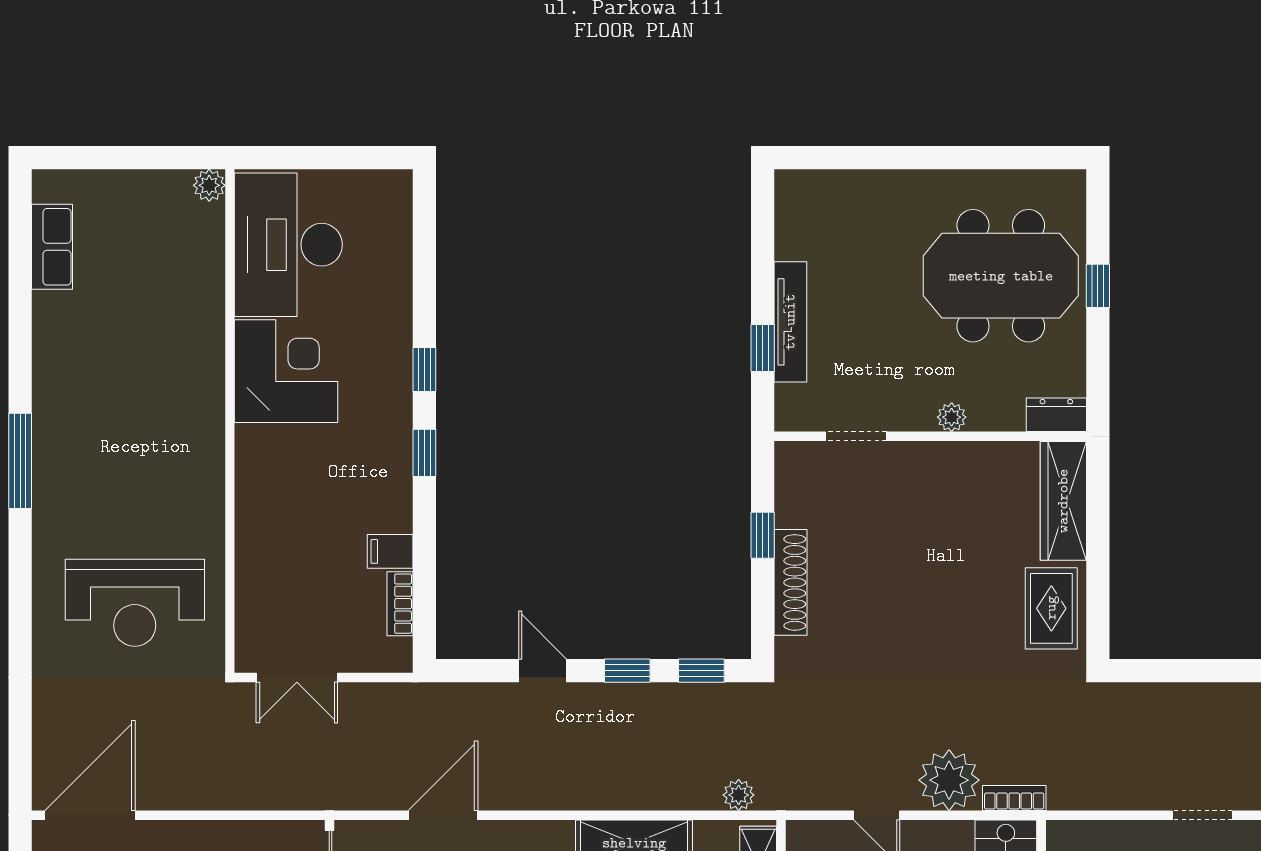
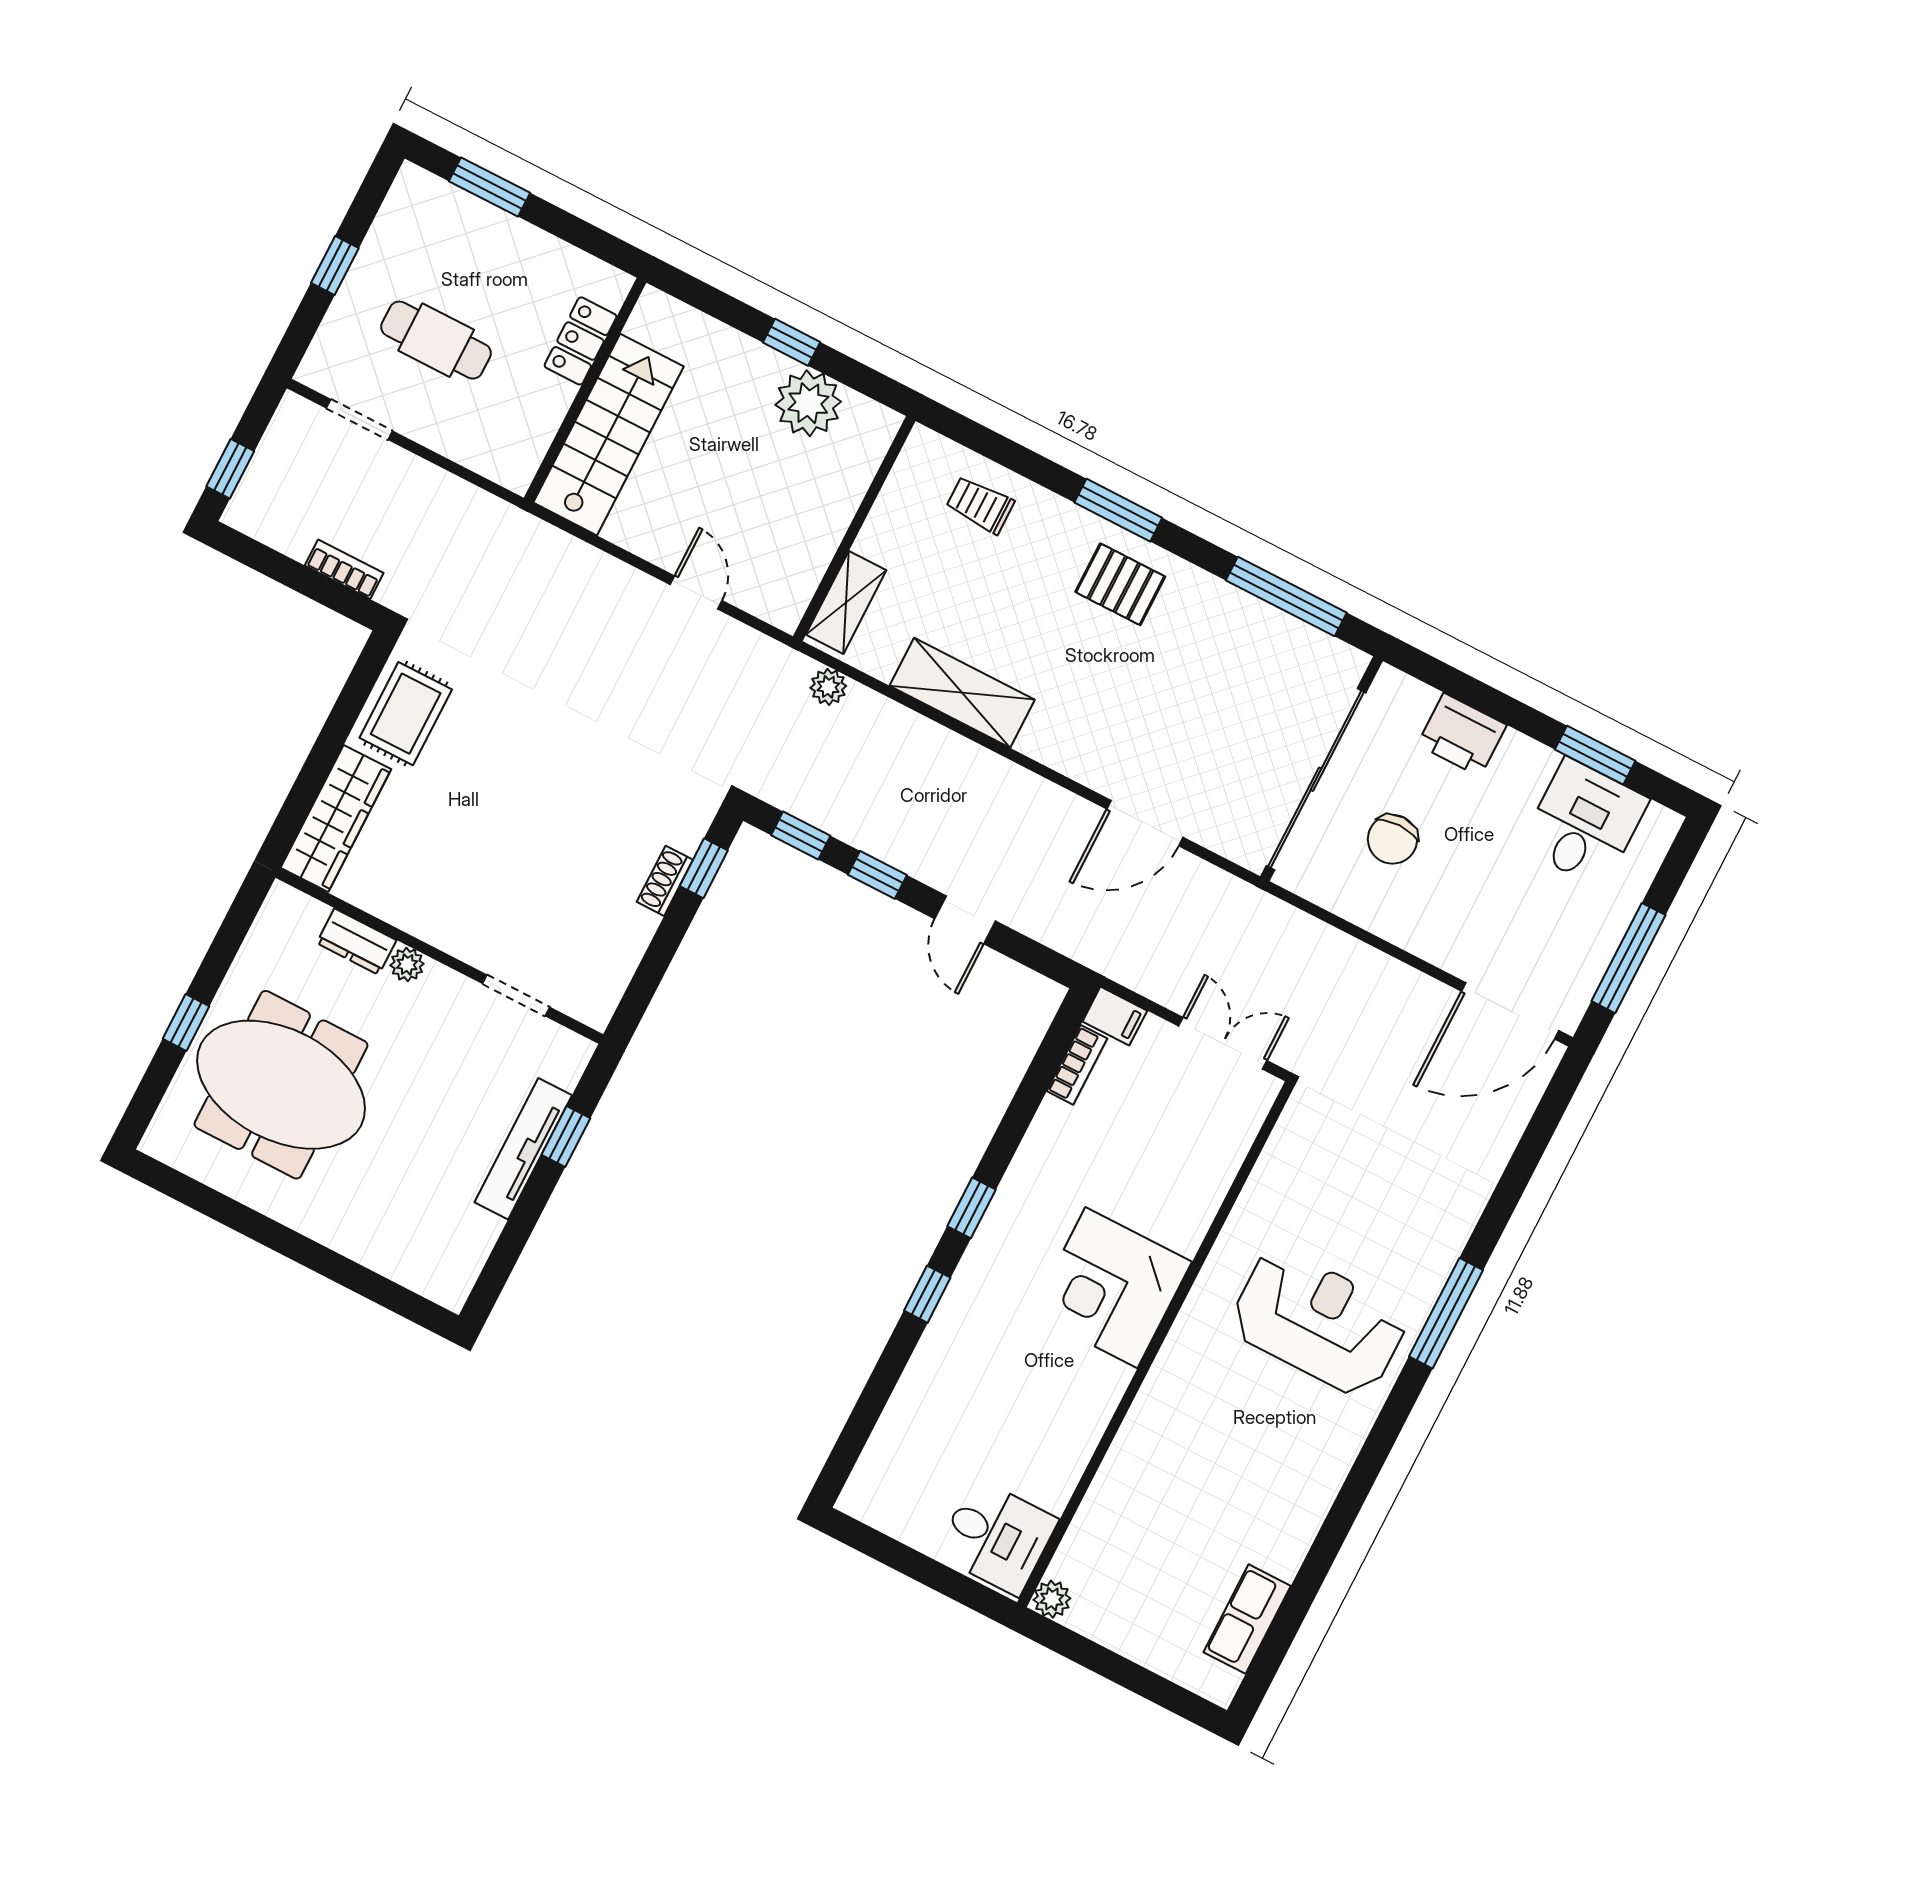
desk: (288, 245) -> (997, 1537), width x0.53, depth x0.77
corner desk: (286, 371) -> (1111, 1288), moved
dresser: (1056, 415) -> (357, 942), moved
window: (20, 461) -> (1446, 1313), moved
window: (763, 535) -> (704, 868), moved
filing cabinet: (390, 551) -> (1115, 1016), moved
shoe rack: (790, 582) -> (665, 881), width x0.51, depth x0.81
reception desk: (135, 603) -> (1319, 1322), moved
plant: (949, 780) -> (603, 590), removed
bookcase: (1014, 798) -> (344, 569), moved, turned 180

